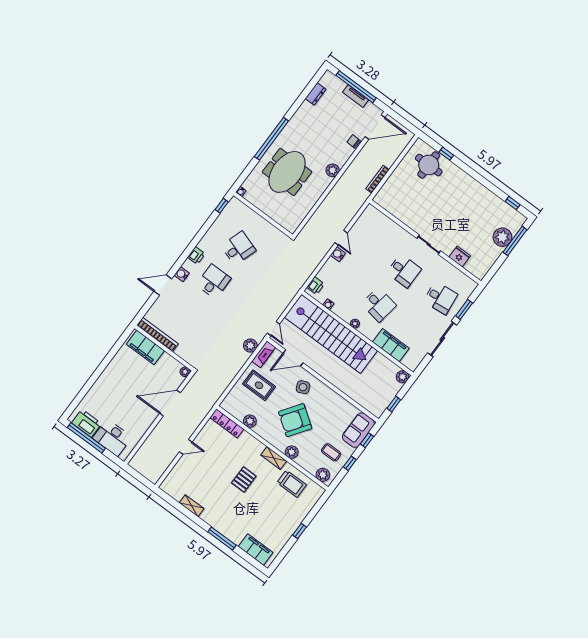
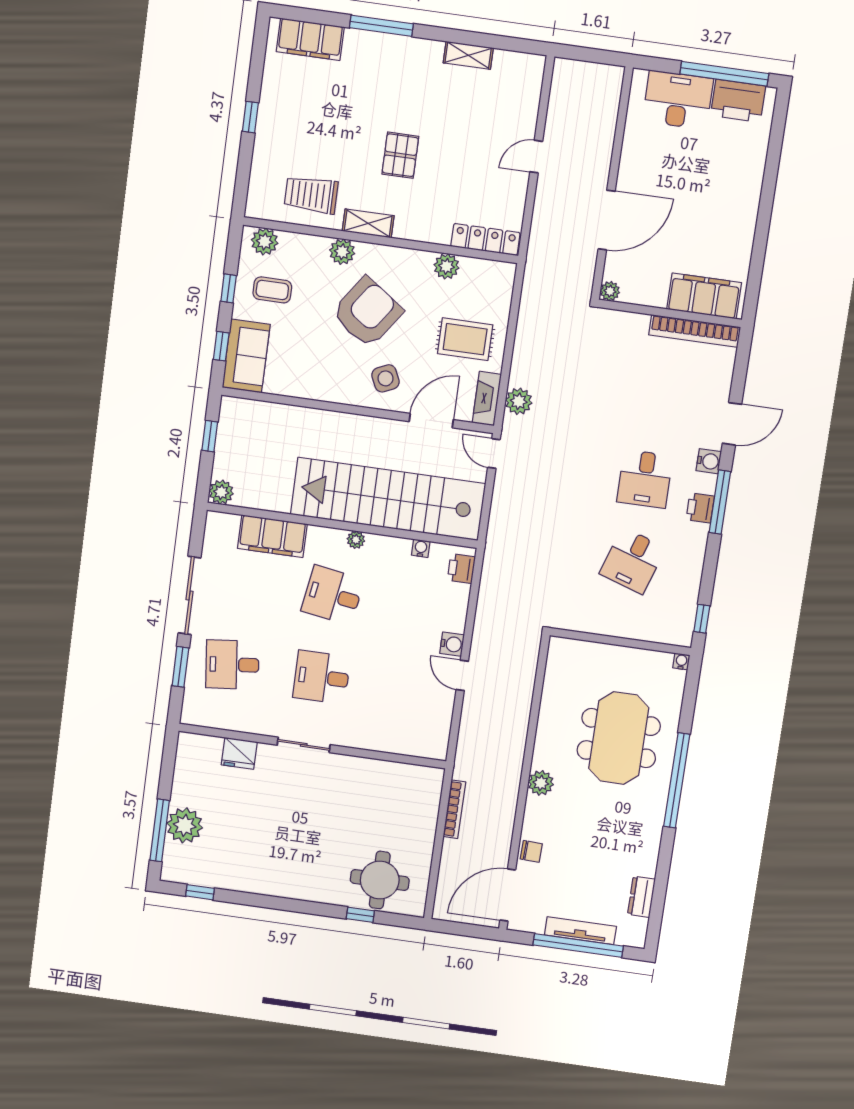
tv unit: (355, 96) -> (580, 931), width x1.41
window: (186, 253) -> (720, 502), added

